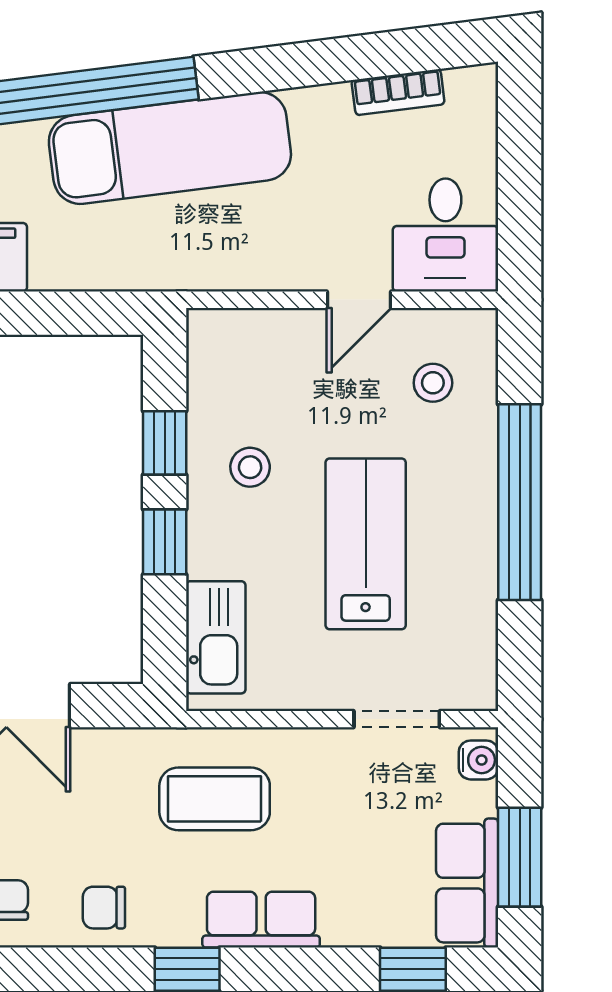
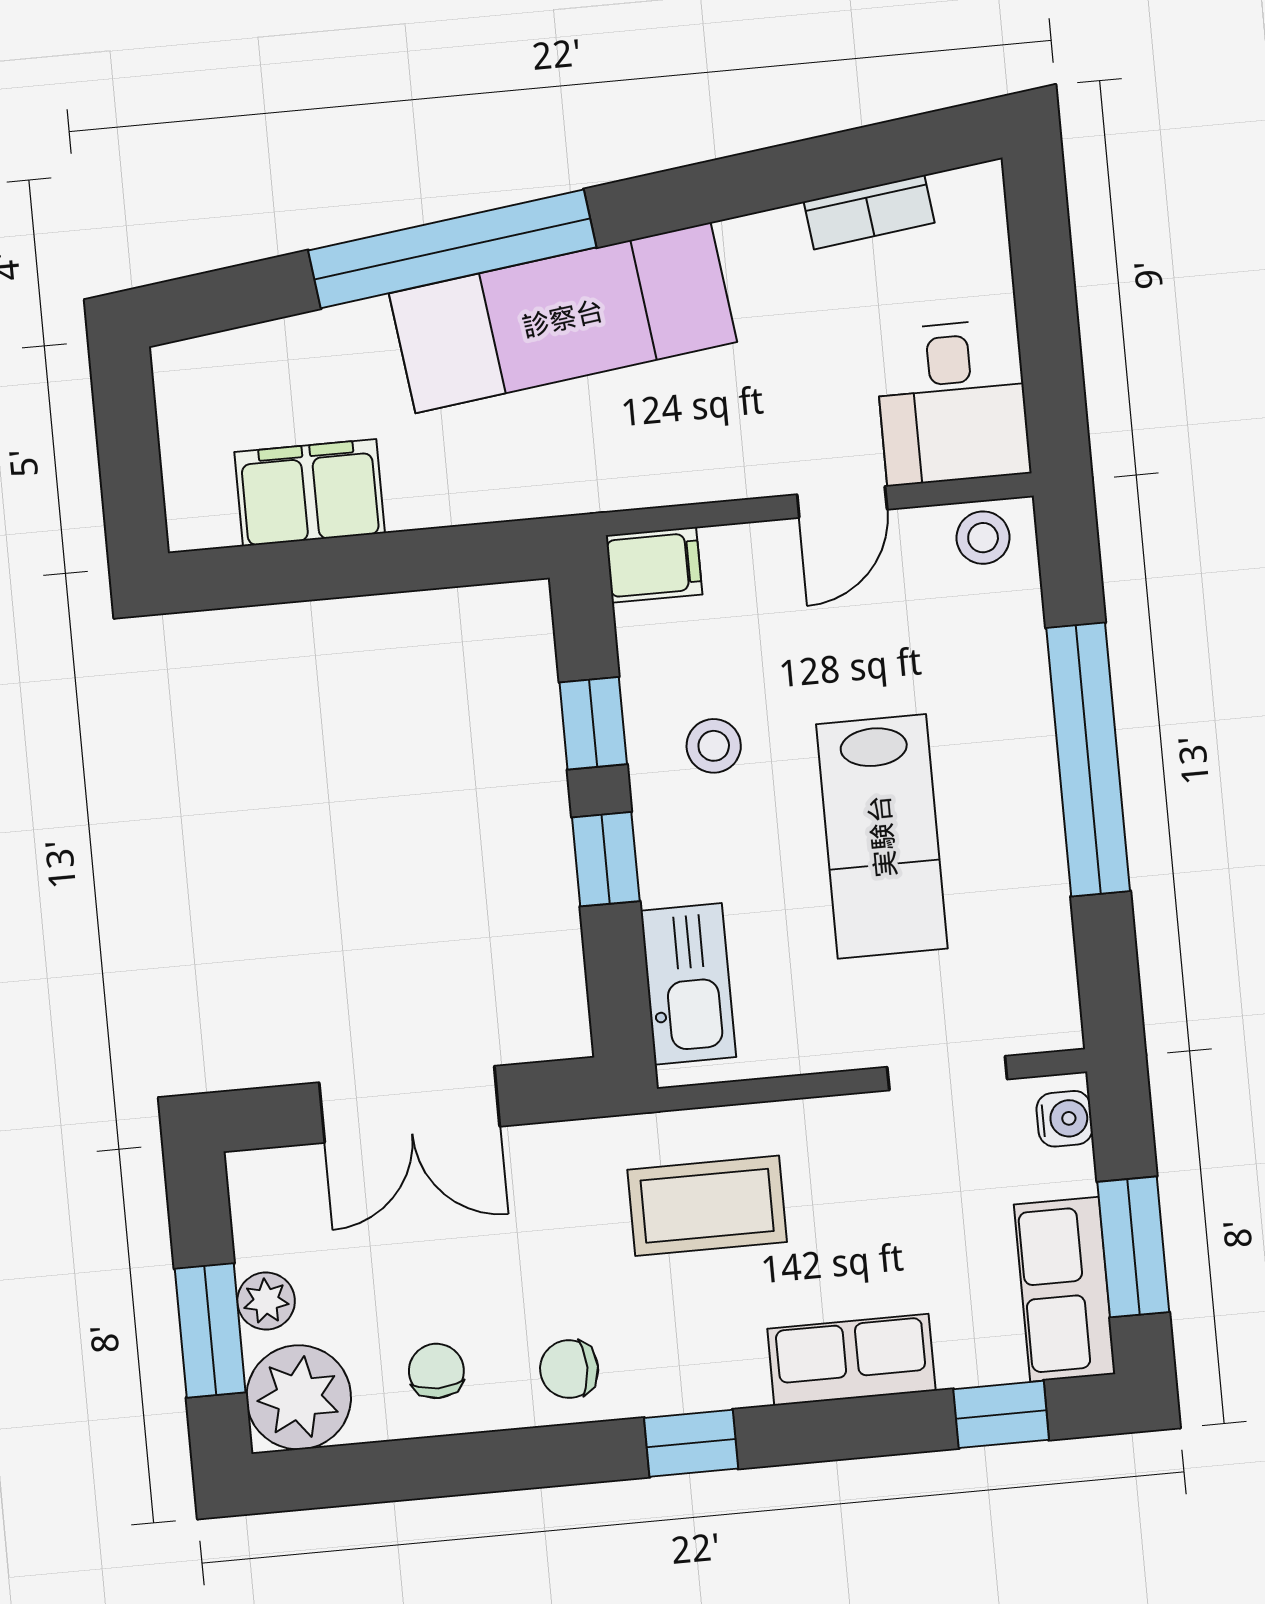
filing cabinet: (219, 332) -> (654, 565), added
stool: (433, 383) -> (983, 538), moved
lab bench: (366, 544) -> (882, 836), turned 180
row of seats: (261, 920) -> (851, 1360), moved

